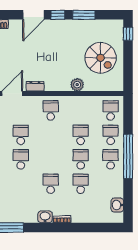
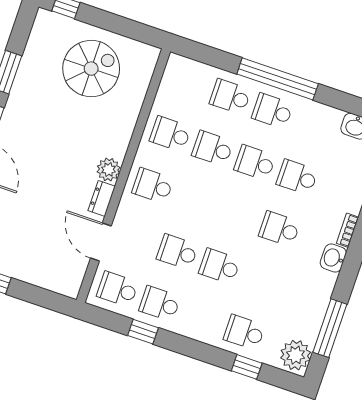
plant: (77, 85) -> (109, 170), moved
school desk: (111, 110) -> (170, 134), moved

